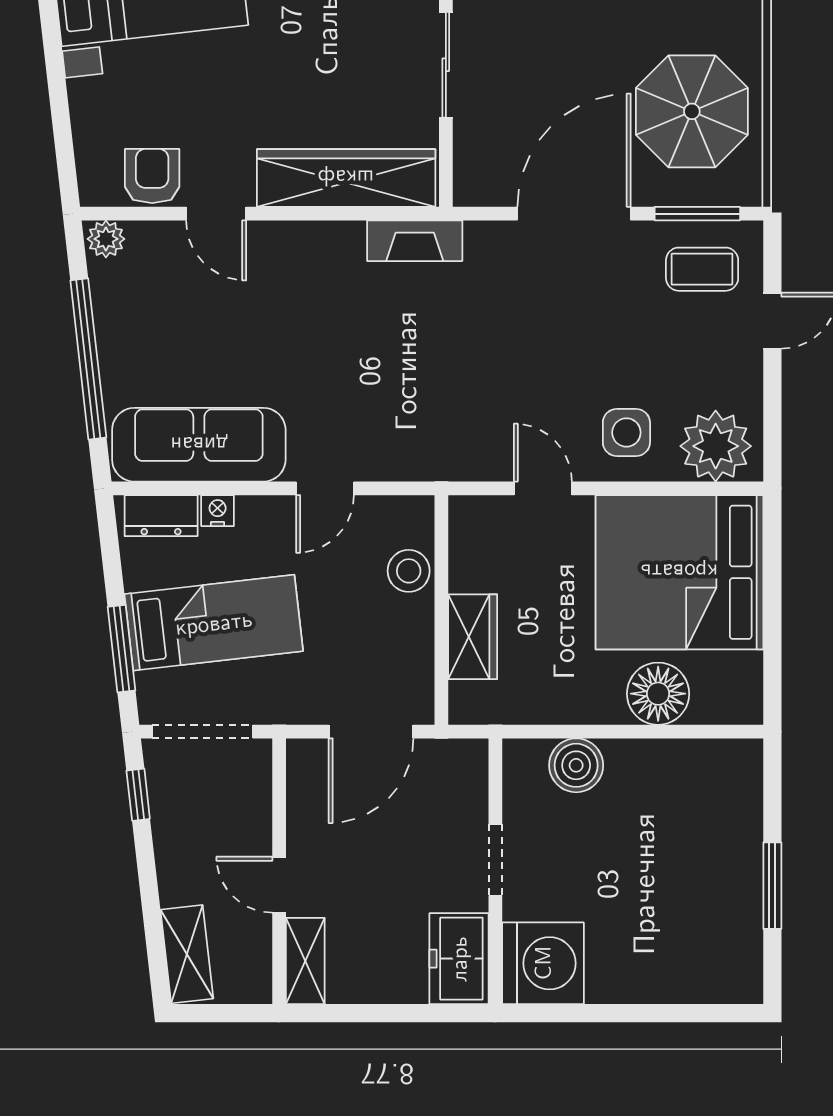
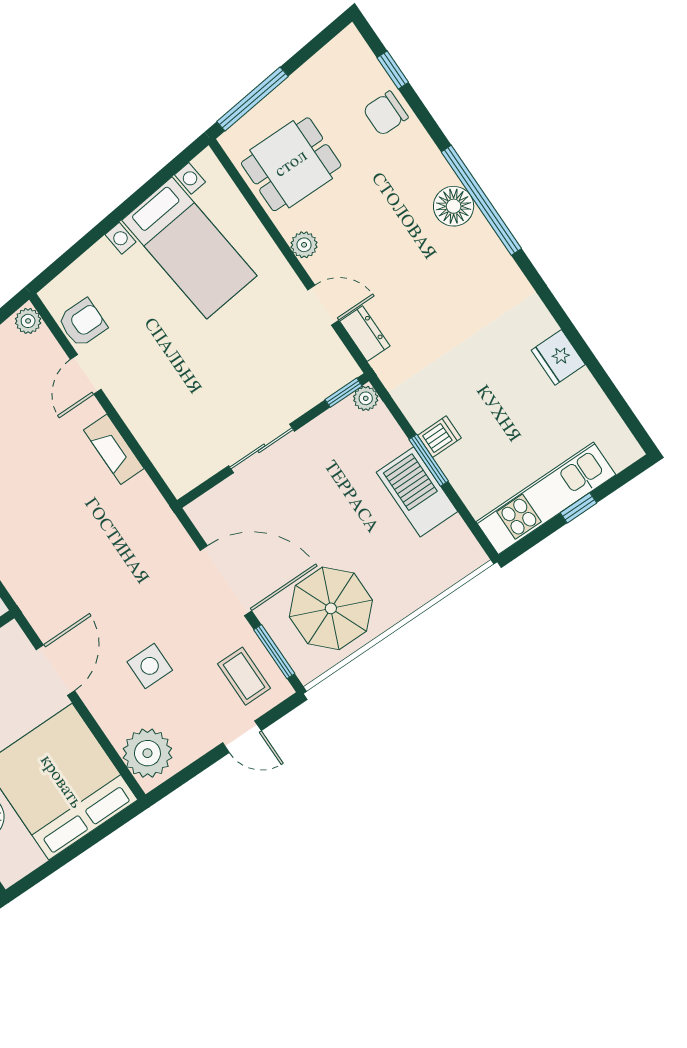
wardrobe: (346, 178) -> (157, 435), removed
fireplace: (415, 241) -> (114, 449), moved
side table: (626, 432) -> (150, 666), moved
door: (543, 488) -> (55, 670), width x1.38

